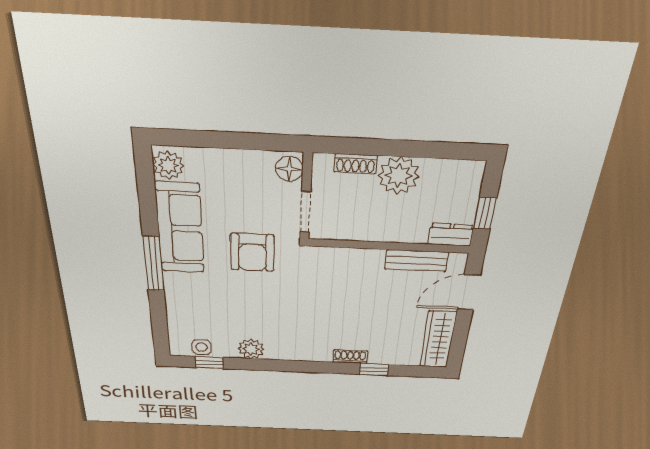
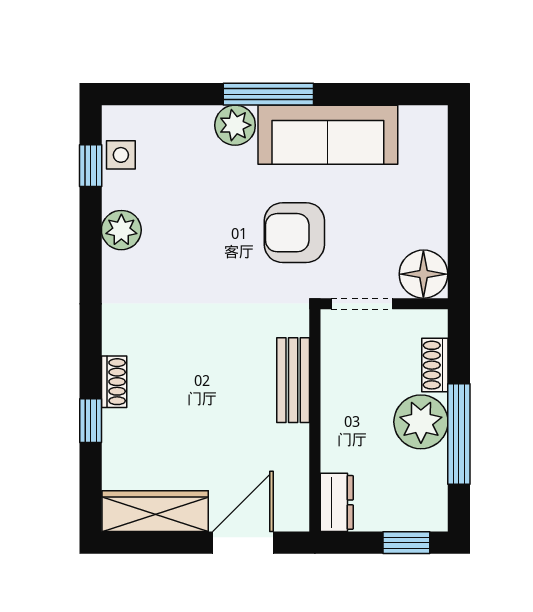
window: (412, 149) -> (459, 434), added
plant: (168, 165) -> (235, 125), moved
floor lamp: (289, 169) -> (423, 274), width x1.38, depth x1.38
window: (485, 213) -> (406, 543), moved
bench: (416, 261) -> (293, 380), moved
door: (469, 293) -> (243, 543), hinge flipped

